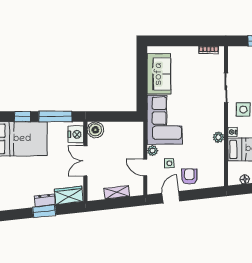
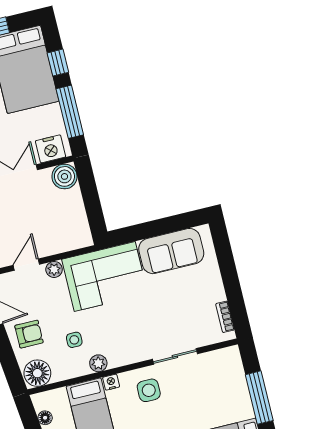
side table: (169, 163) -> (74, 340), moved
floor lamp: (215, 177) -> (37, 373), added

